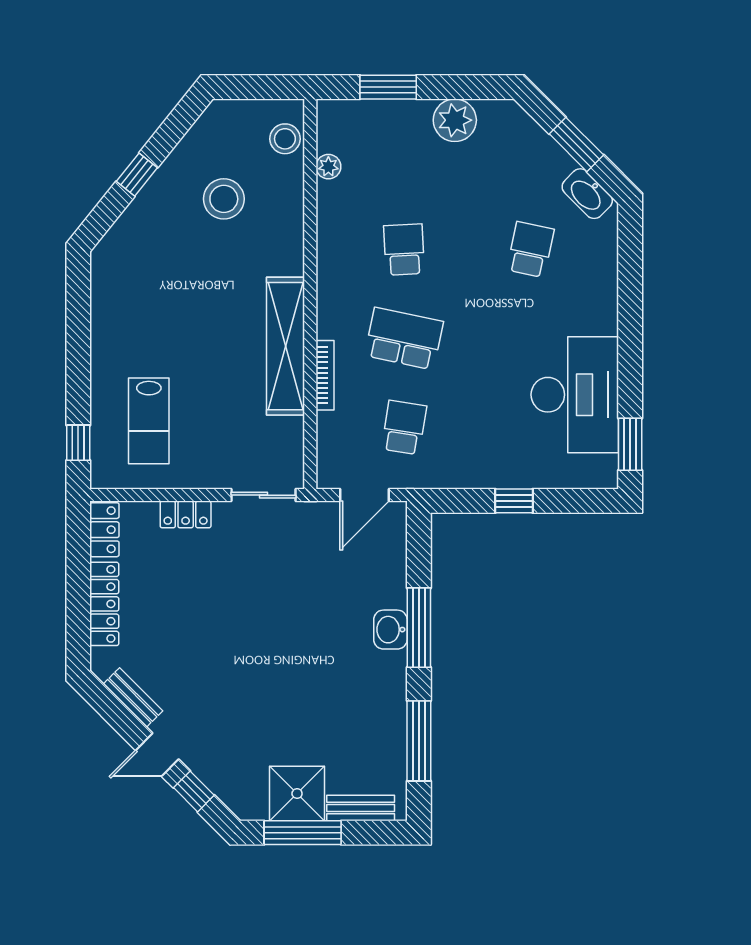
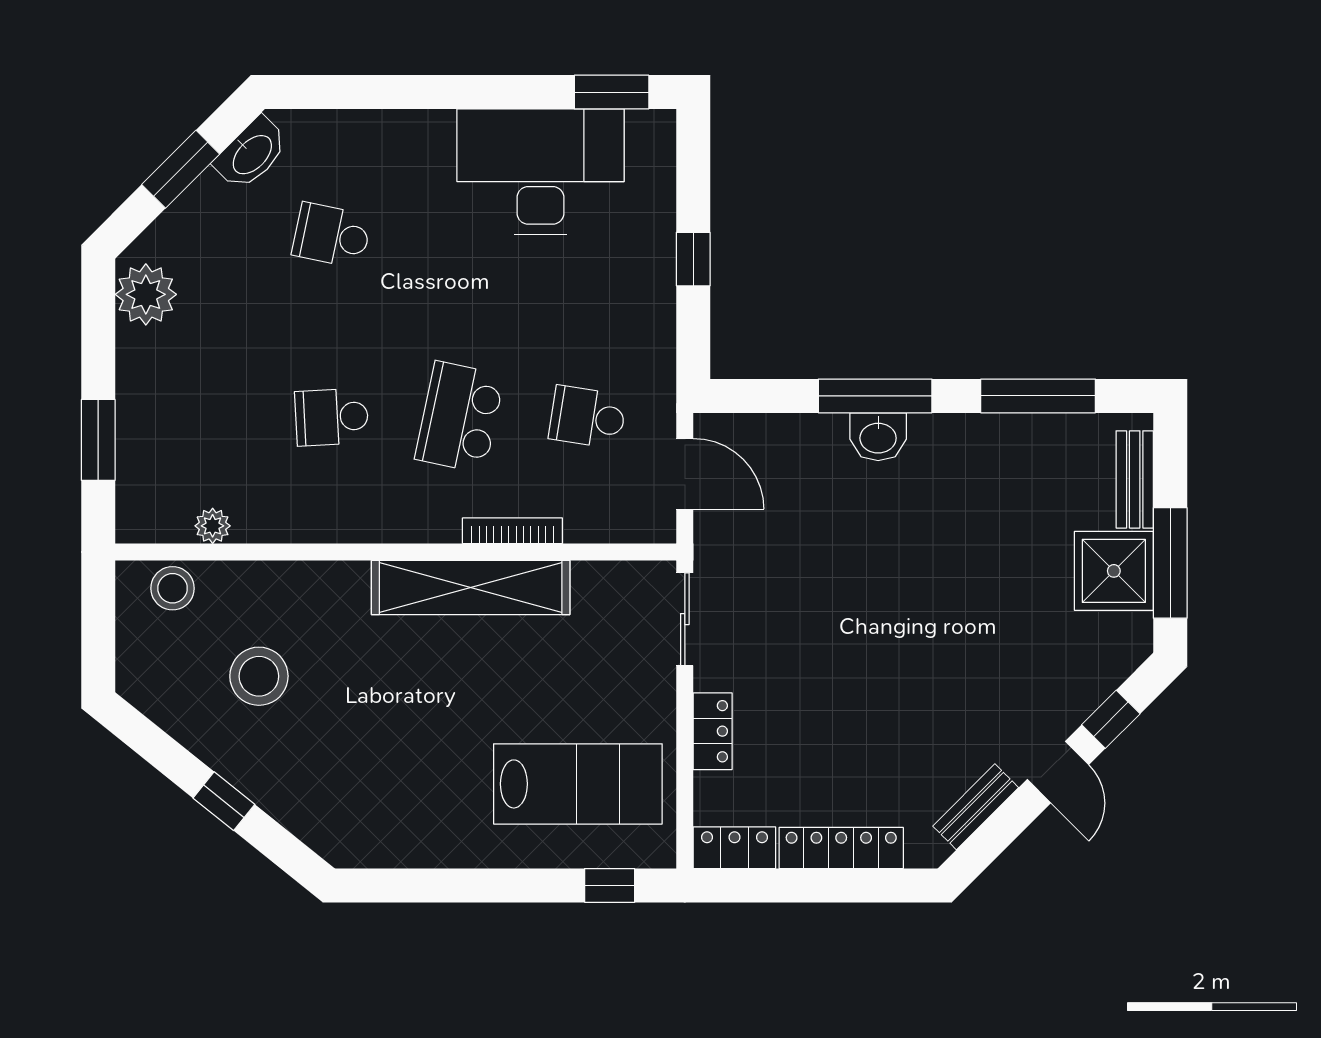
plant: (455, 120) -> (146, 294), moved
lab bench: (149, 421) -> (578, 784), width x1.36, depth x1.39

